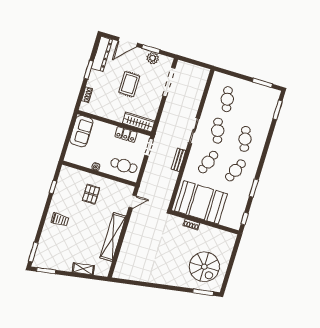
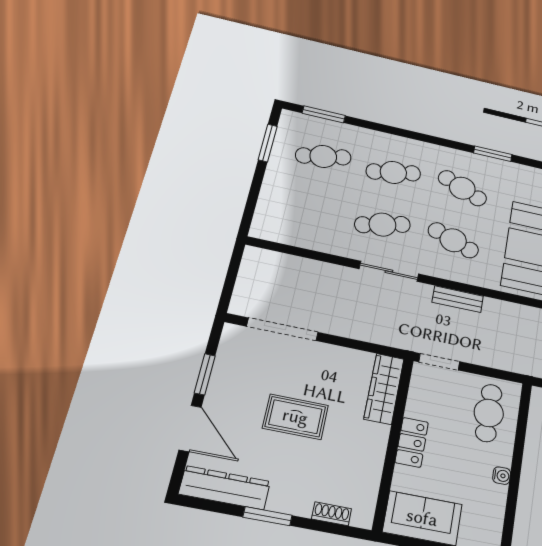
plant: (153, 58) -> (227, 368), removed
cafe table: (227, 99) -> (323, 156), moved
locker: (126, 134) -> (412, 442), moved

